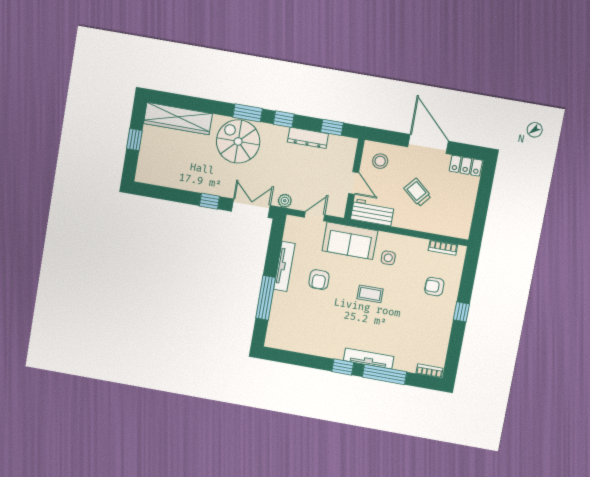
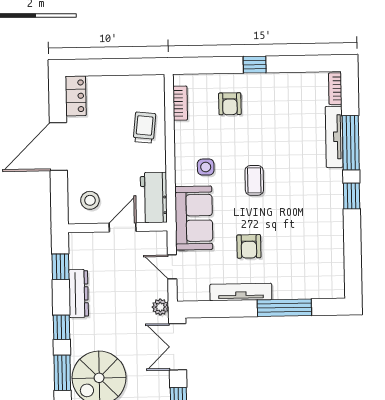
trolley: (418, 192) -> (144, 128), moved, turned 146
armchair: (319, 280) -> (249, 246), turned 90
tv unit: (369, 358) -> (334, 137), moved

